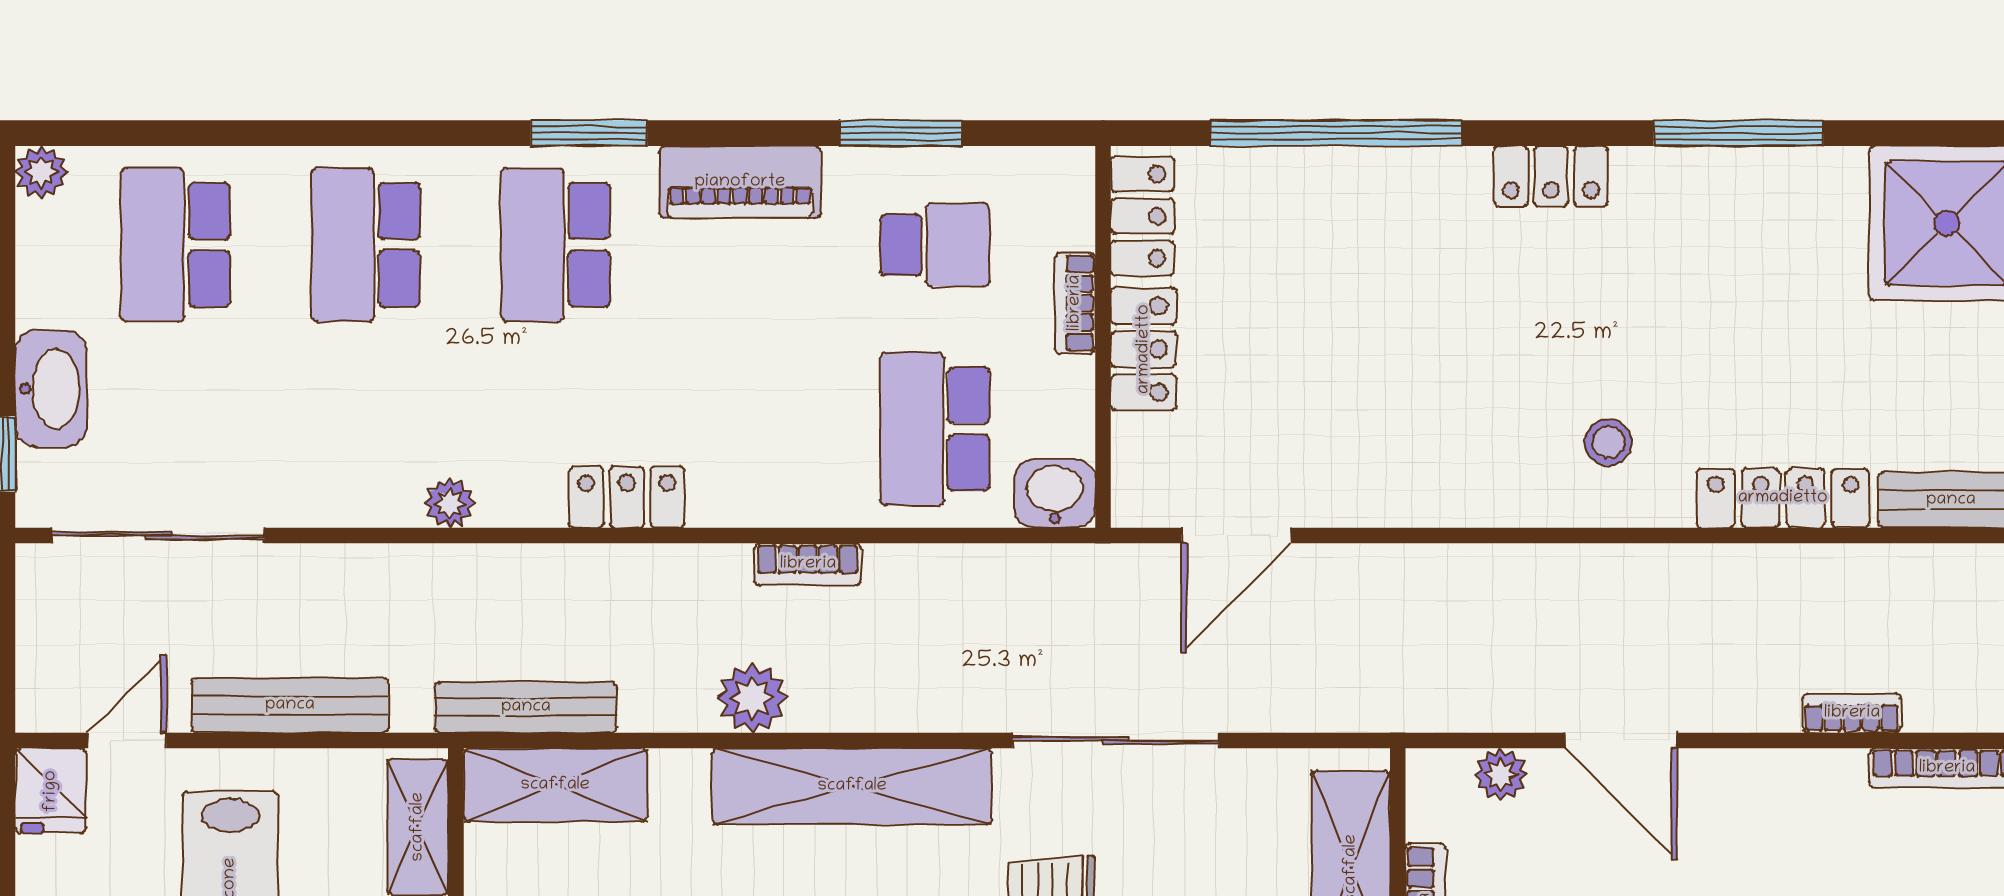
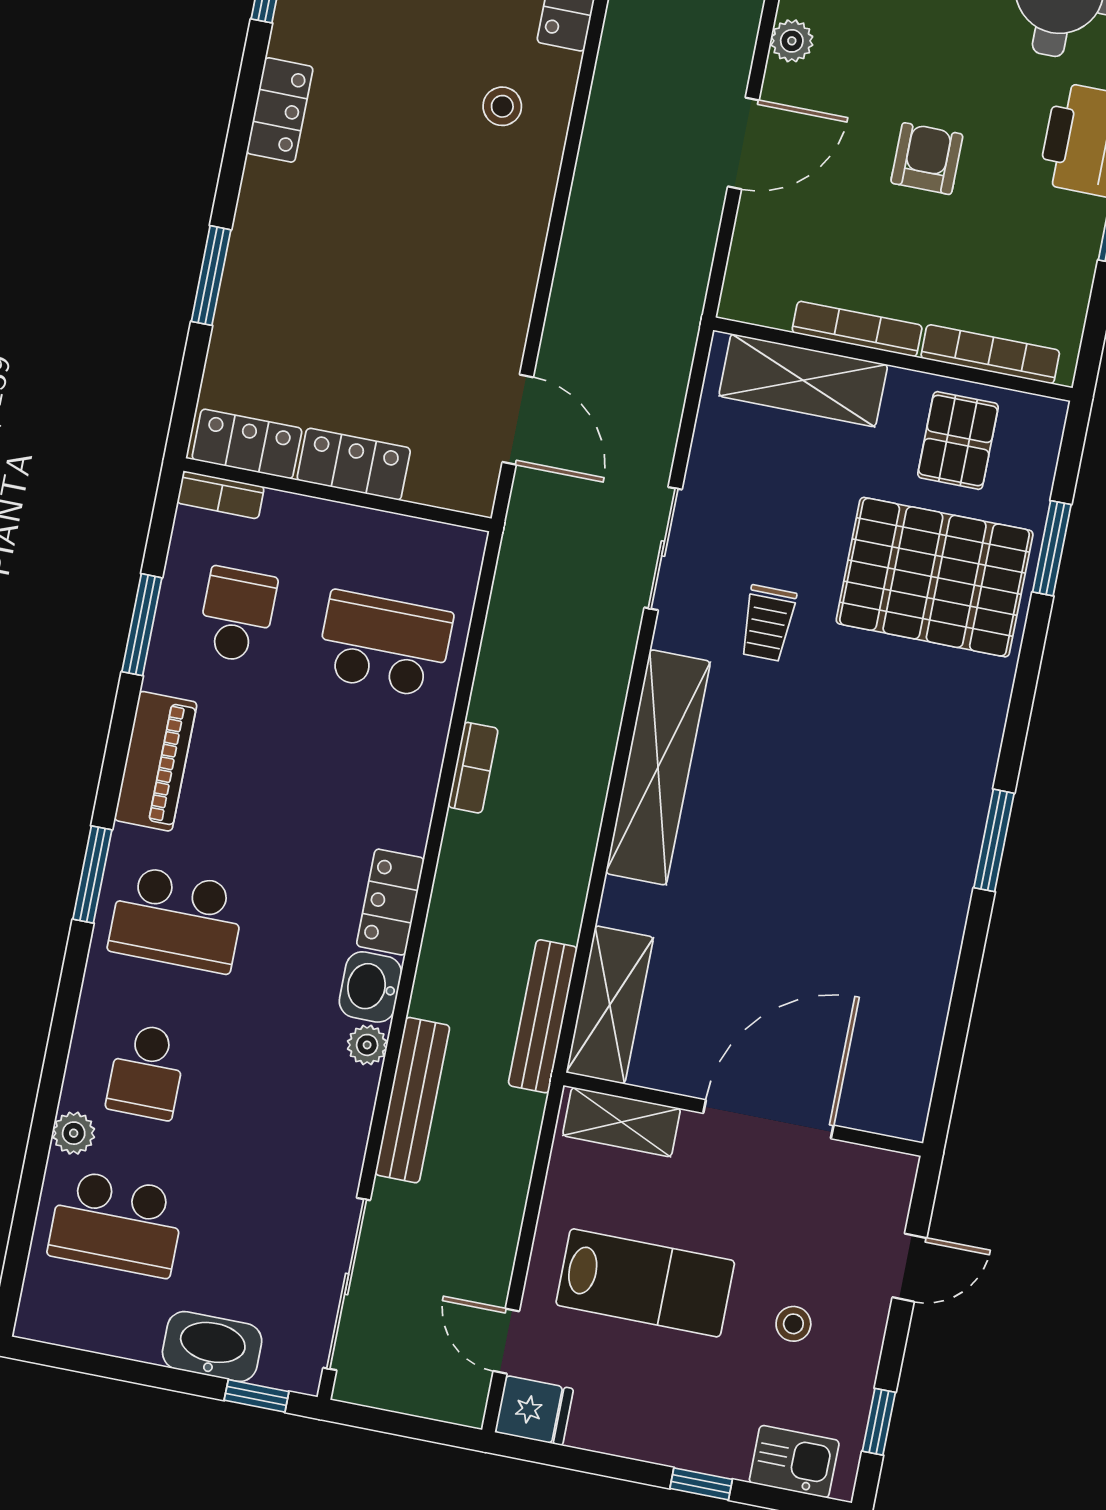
window: (1336, 133) -> (211, 276), width x0.47
plant: (41, 172) -> (74, 1133), moved
school desk: (365, 245) -> (147, 1071), width x0.54
bookcase: (1075, 303) -> (221, 495), moved
school desk: (935, 429) -> (385, 644), turned 180
washbasin: (1055, 493) -> (370, 987), moved
plant: (752, 698) -> (571, 833), removed
bench: (290, 705) -> (412, 1100), moved
sliding door: (1116, 740) -> (663, 549), width x0.73
plant: (1501, 774) -> (792, 41), moved

